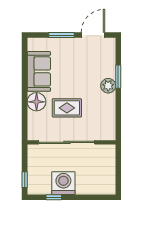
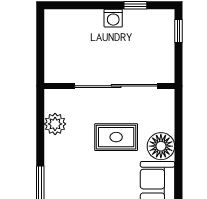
plant: (108, 86) -> (55, 124), moved
washing machine: (63, 183) -> (113, 18), width x0.53, depth x0.53

